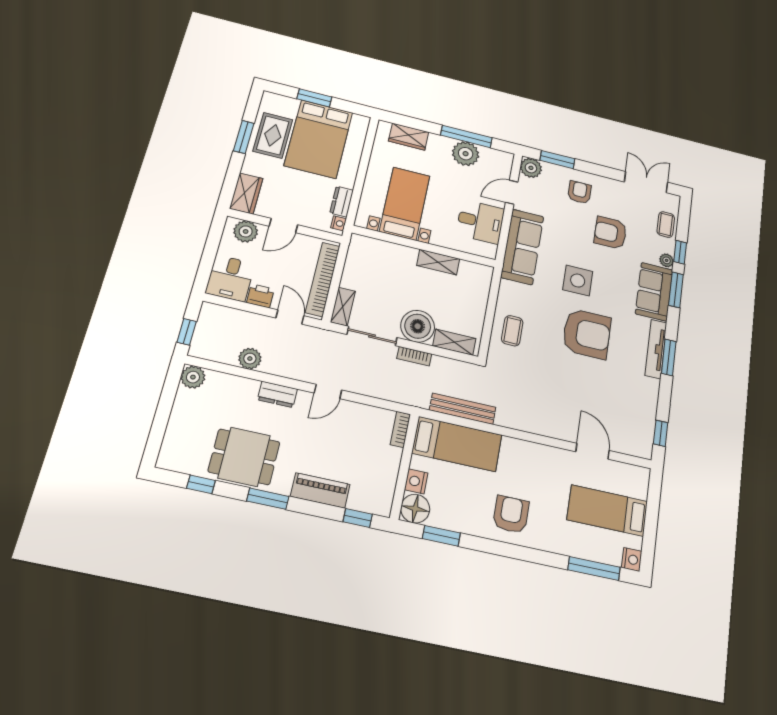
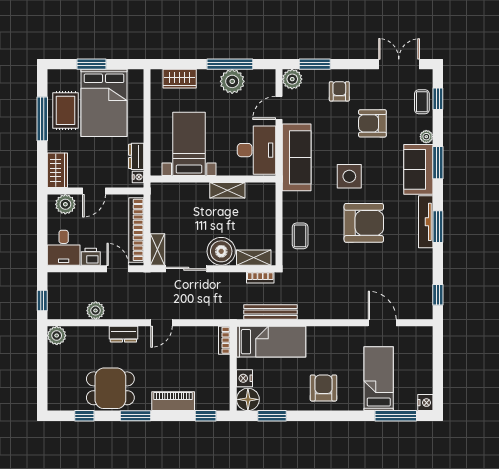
window: (244, 137) -> (42, 119), width x1.44
desk: (480, 222) -> (256, 150), width x1.37
window: (680, 252) -> (438, 99), moved
bookcase: (414, 356) -> (260, 278), moved
bed: (607, 510) -> (379, 379), moved, turned 90

